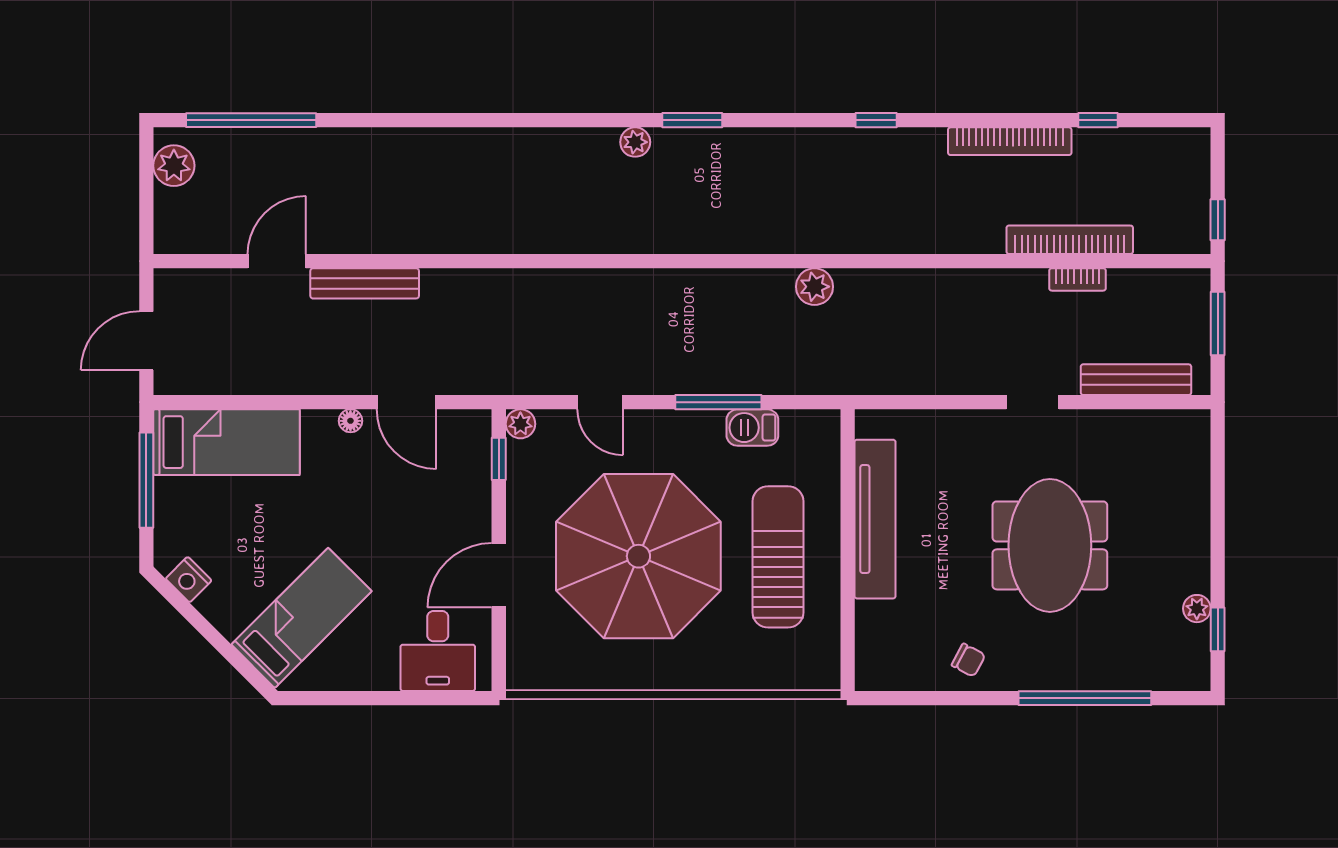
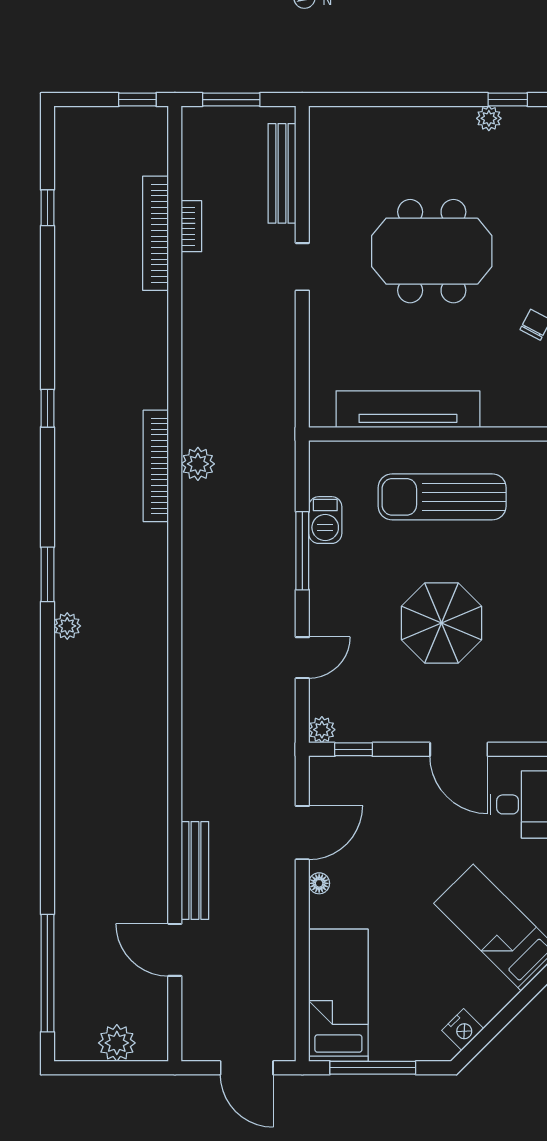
bookcase: (1010, 141) -> (156, 466), moved, turned 180
plant: (174, 166) -> (117, 1043), moved
parasol: (638, 556) -> (441, 623), width x0.54, depth x0.54

